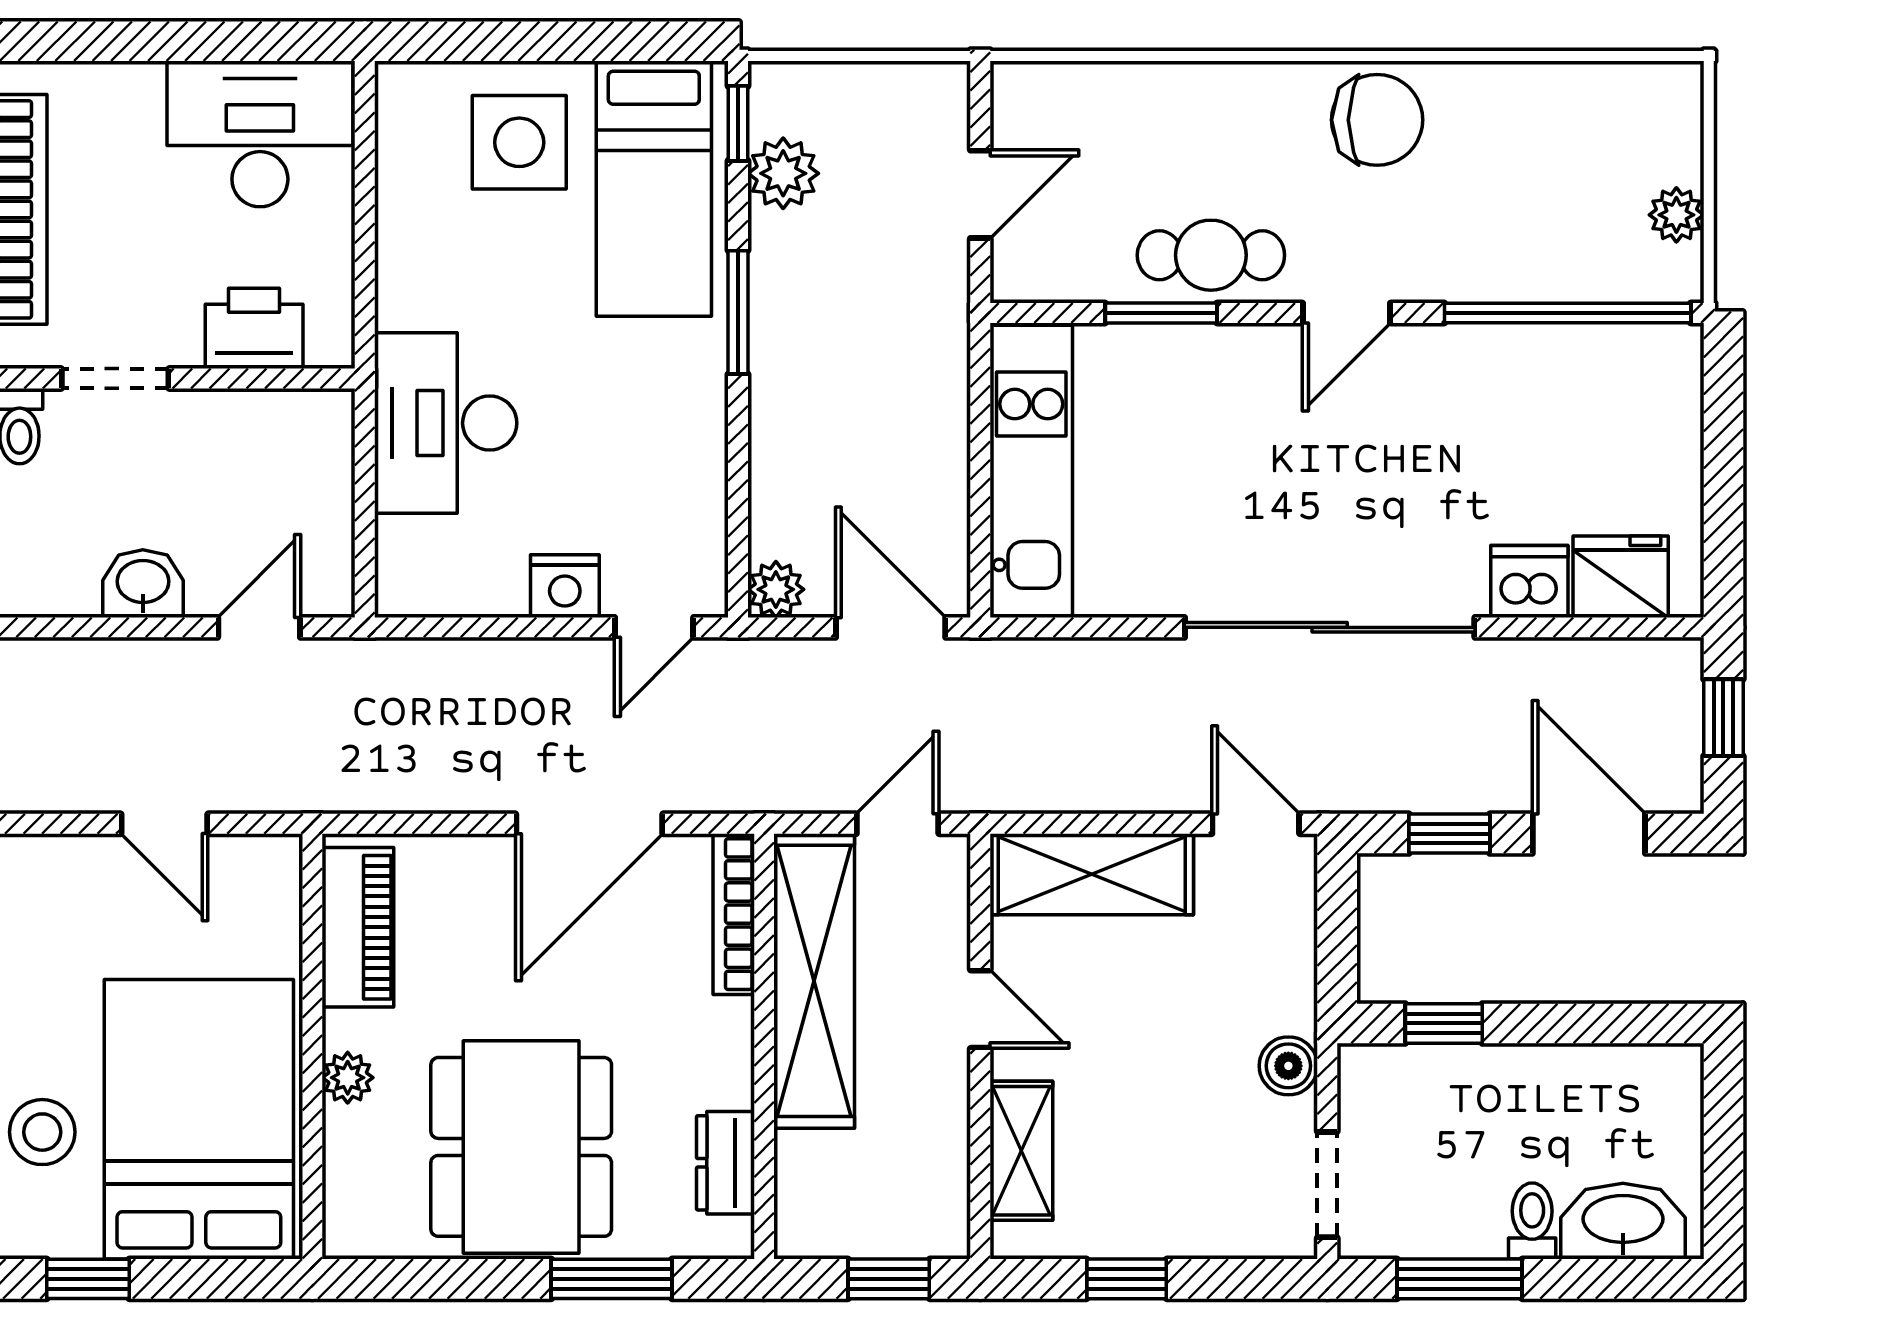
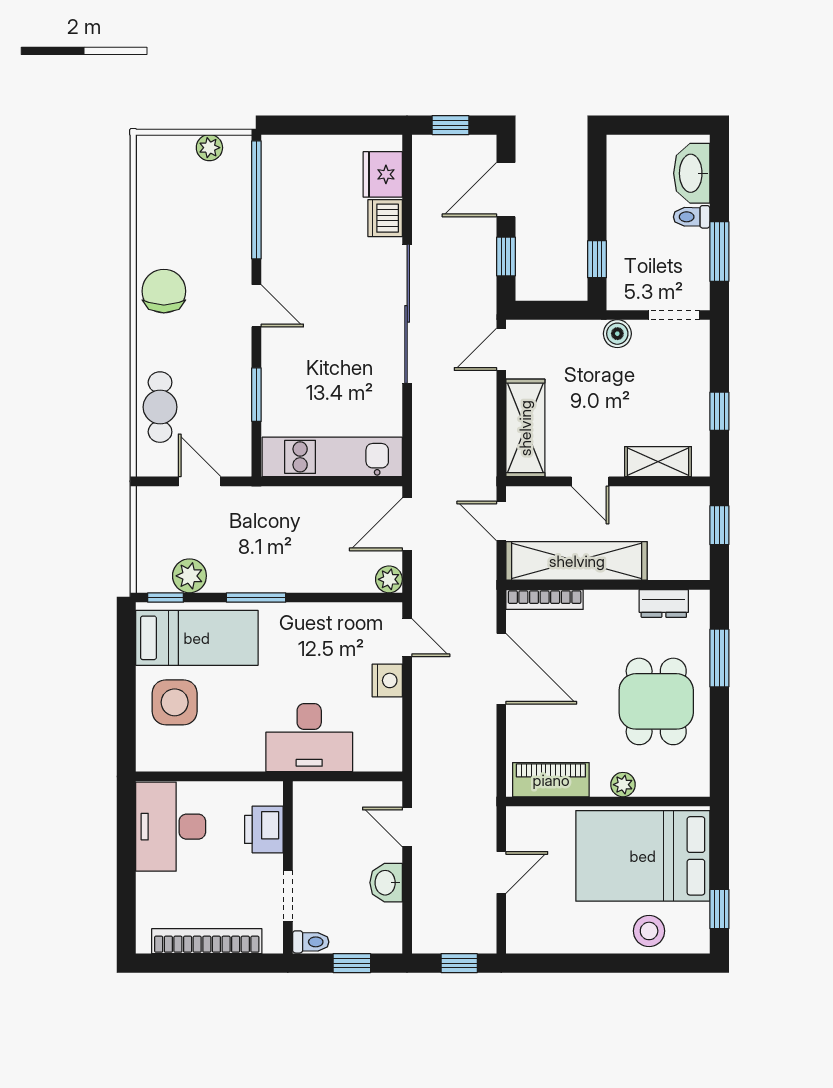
cafe table: (1211, 255) -> (160, 407), moved
door: (980, 1009) -> (590, 481), swing flipped
dining table: (521, 1147) -> (656, 701), width x0.73

